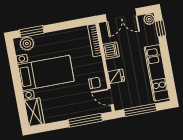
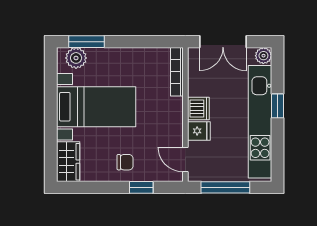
window: (160, 28) -> (278, 106), moved
dishwasher: (111, 50) -> (198, 109), moved
kitchen unit: (157, 73) -> (260, 122), width x1.36
chair: (95, 83) -> (125, 162), moved
window: (85, 120) -> (141, 187), width x0.46

